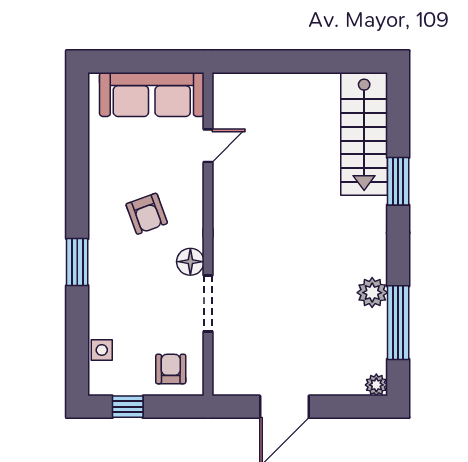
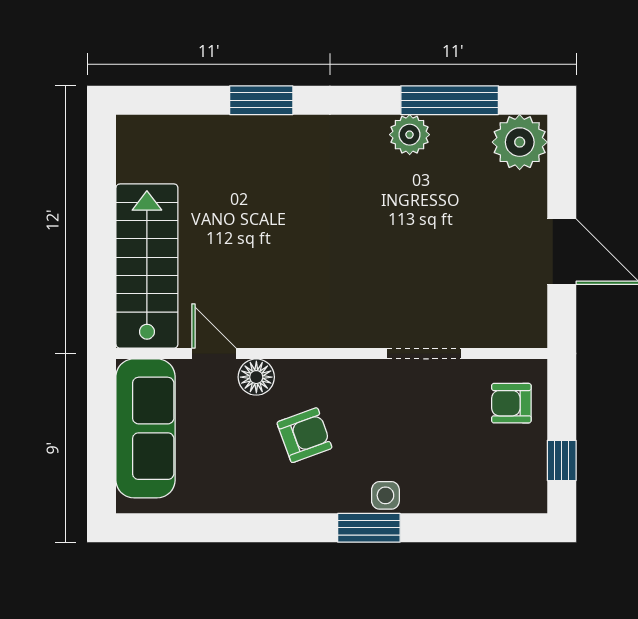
stairs: (364, 134) -> (147, 266), moved, turned -90
floor lamp: (190, 262) -> (256, 377), moved
side table: (102, 350) -> (385, 495), moved
plant: (376, 385) -> (520, 142), width x1.88, depth x1.88

